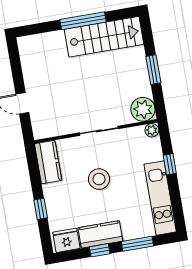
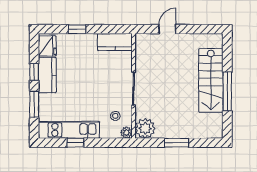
stairs: (104, 37) -> (211, 80), moved
window: (170, 164) -> (75, 143), moved
stool: (99, 179) -> (115, 116), moved, width x0.53, depth x0.53

